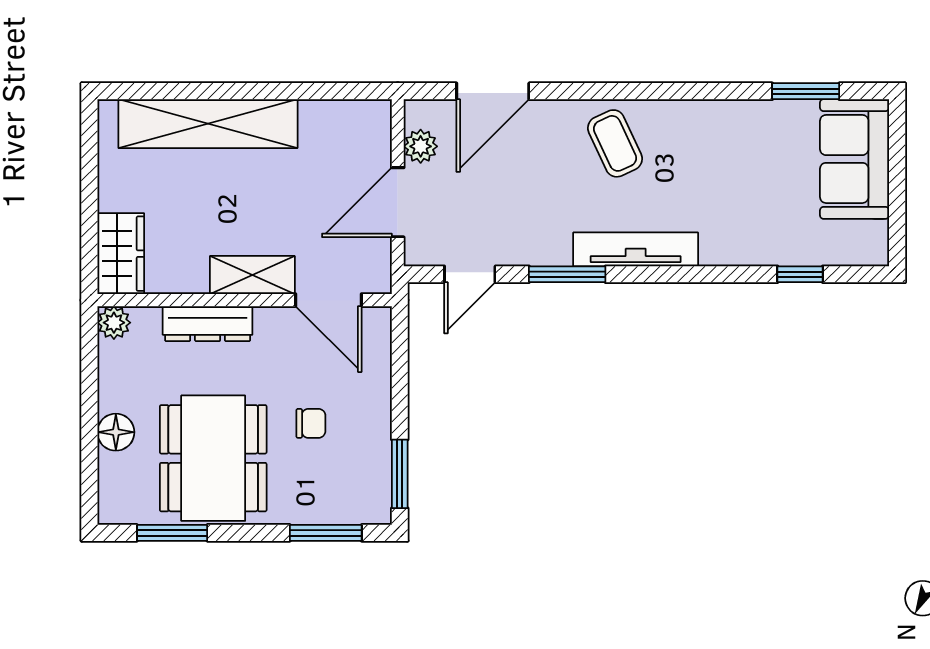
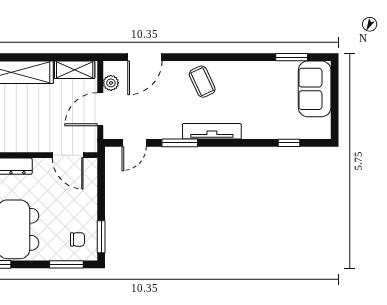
shelving: (252, 275) -> (75, 70), moved
chair: (311, 423) -> (77, 239), moved

